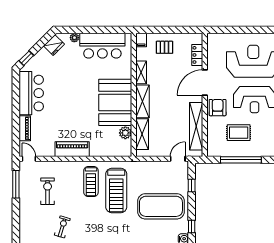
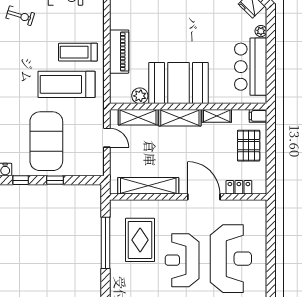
pallet: (164, 47) -> (249, 146), width x1.50, depth x1.42
armchair: (218, 108) -> (172, 213), removed
rug: (239, 133) -> (140, 240), width x1.36, depth x1.43
piano: (72, 149) -> (119, 52), moved
door: (178, 159) -> (107, 138), moved
window: (192, 186) -> (55, 180), moved

